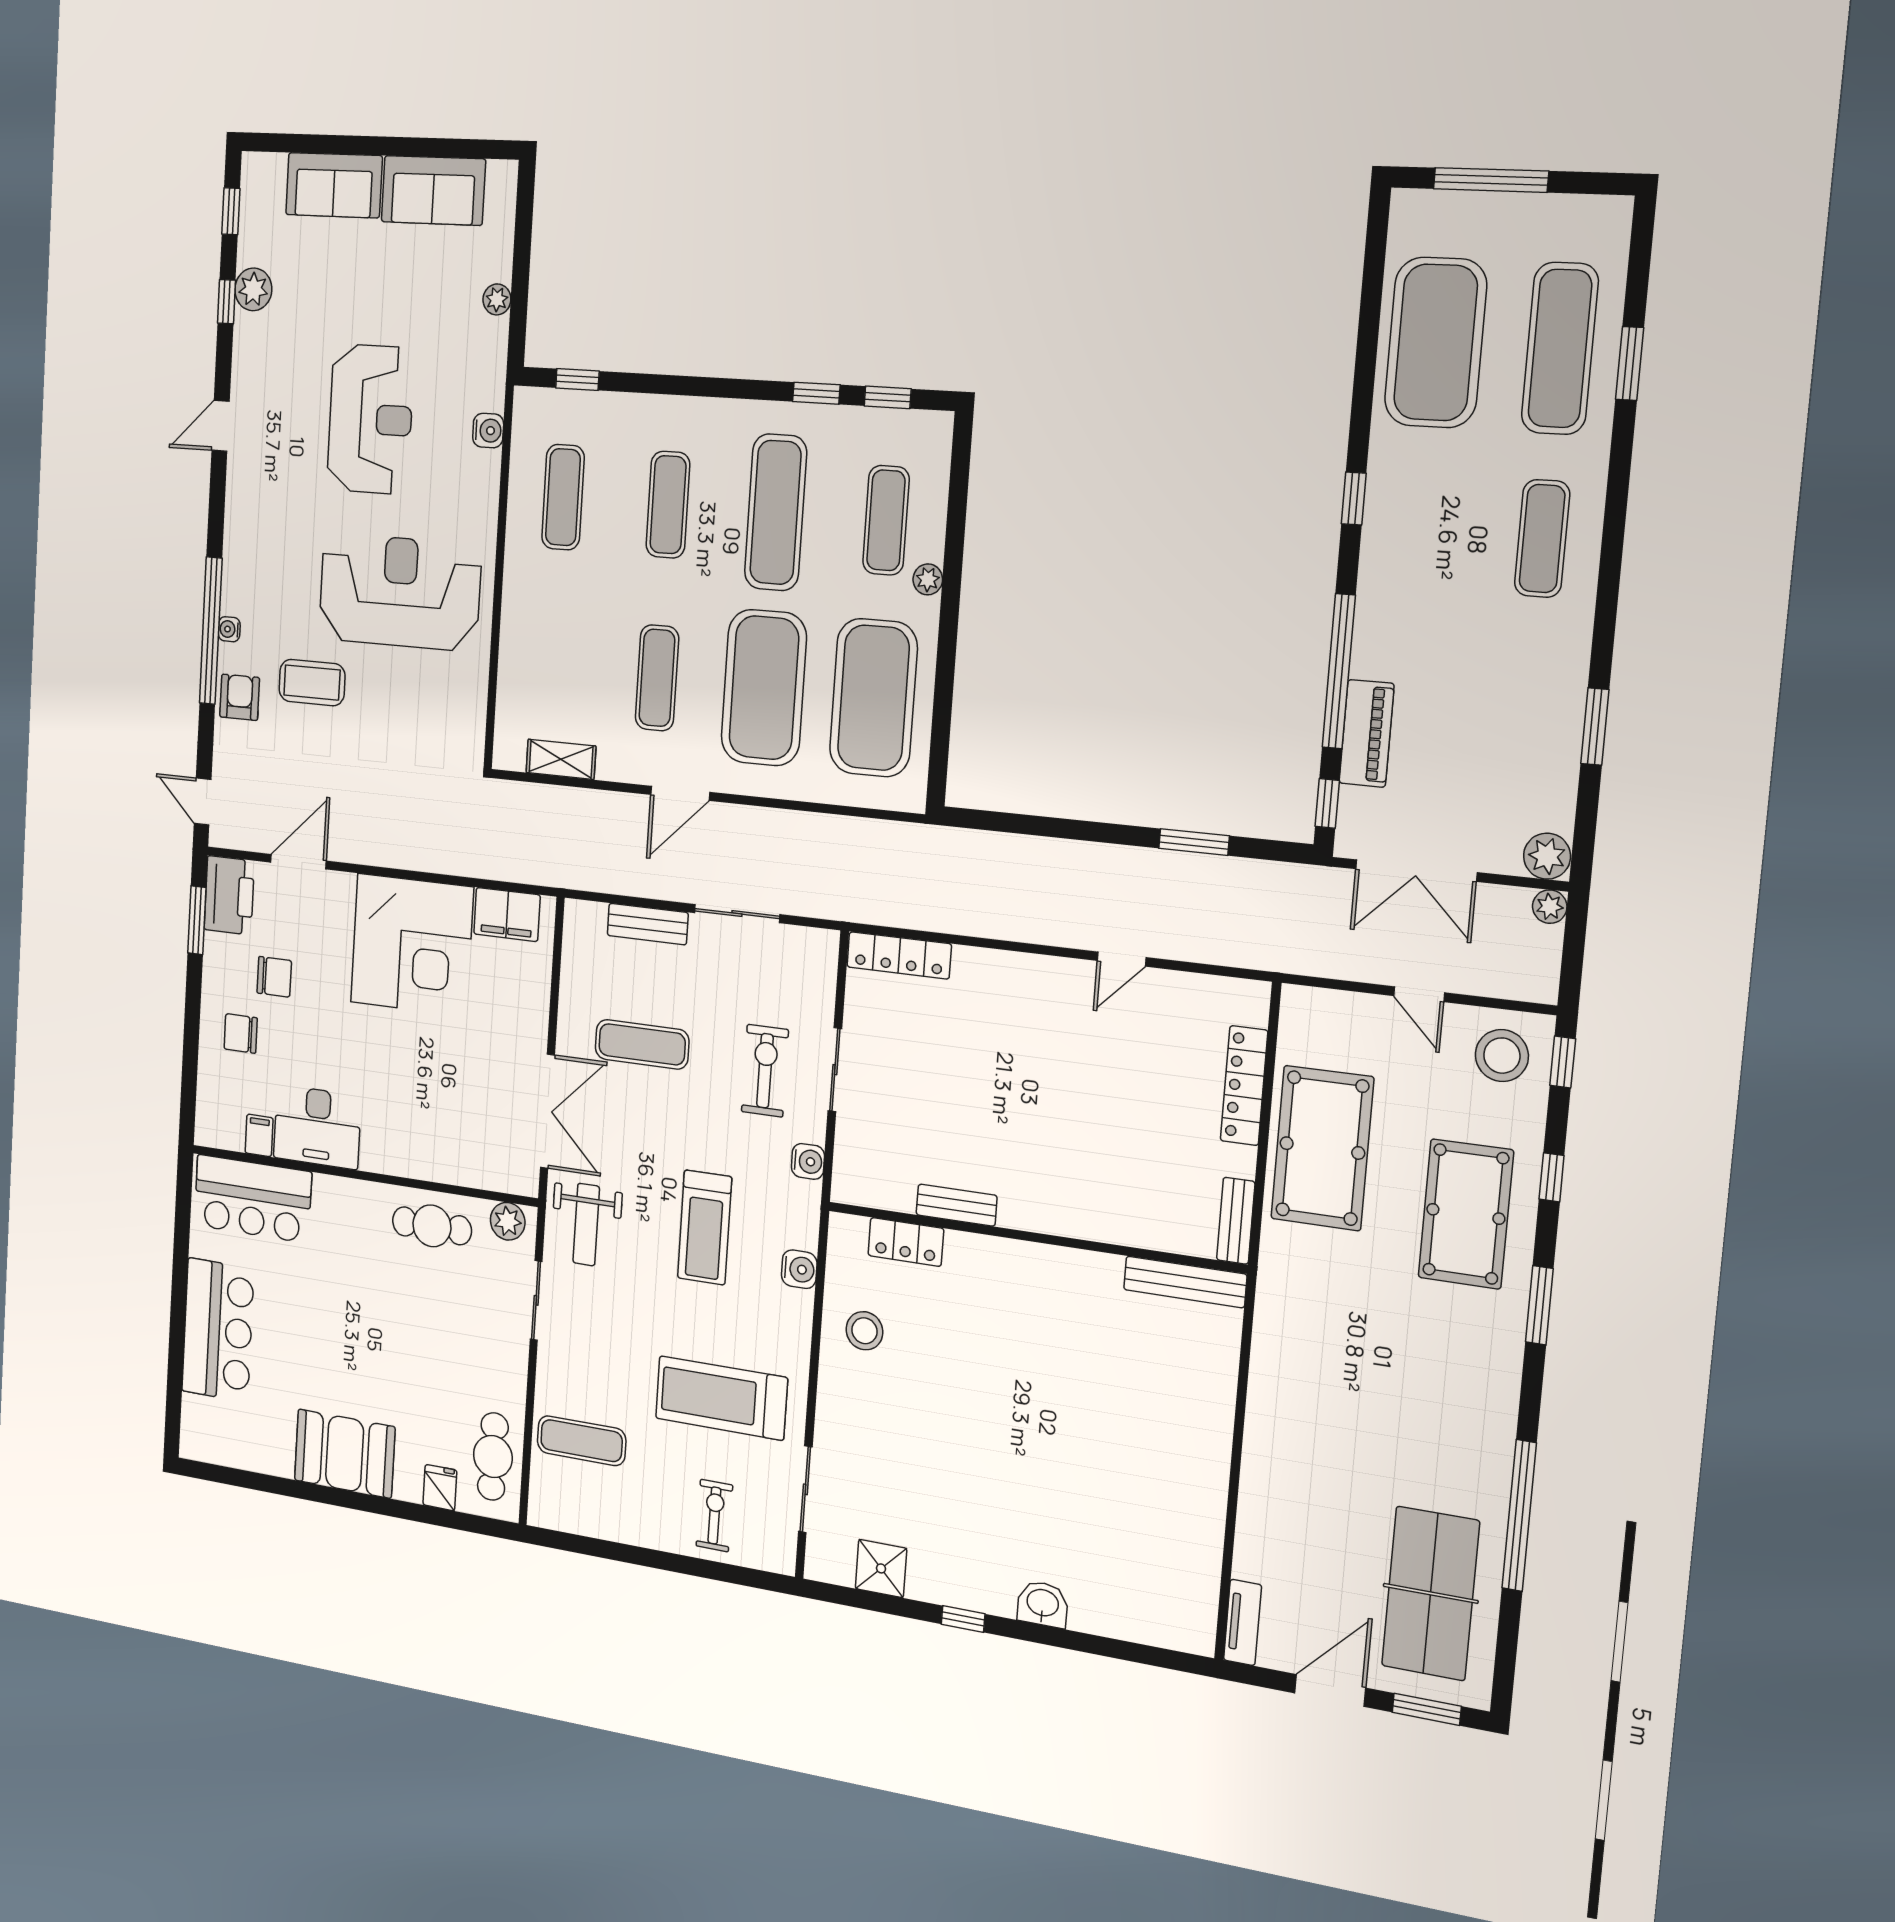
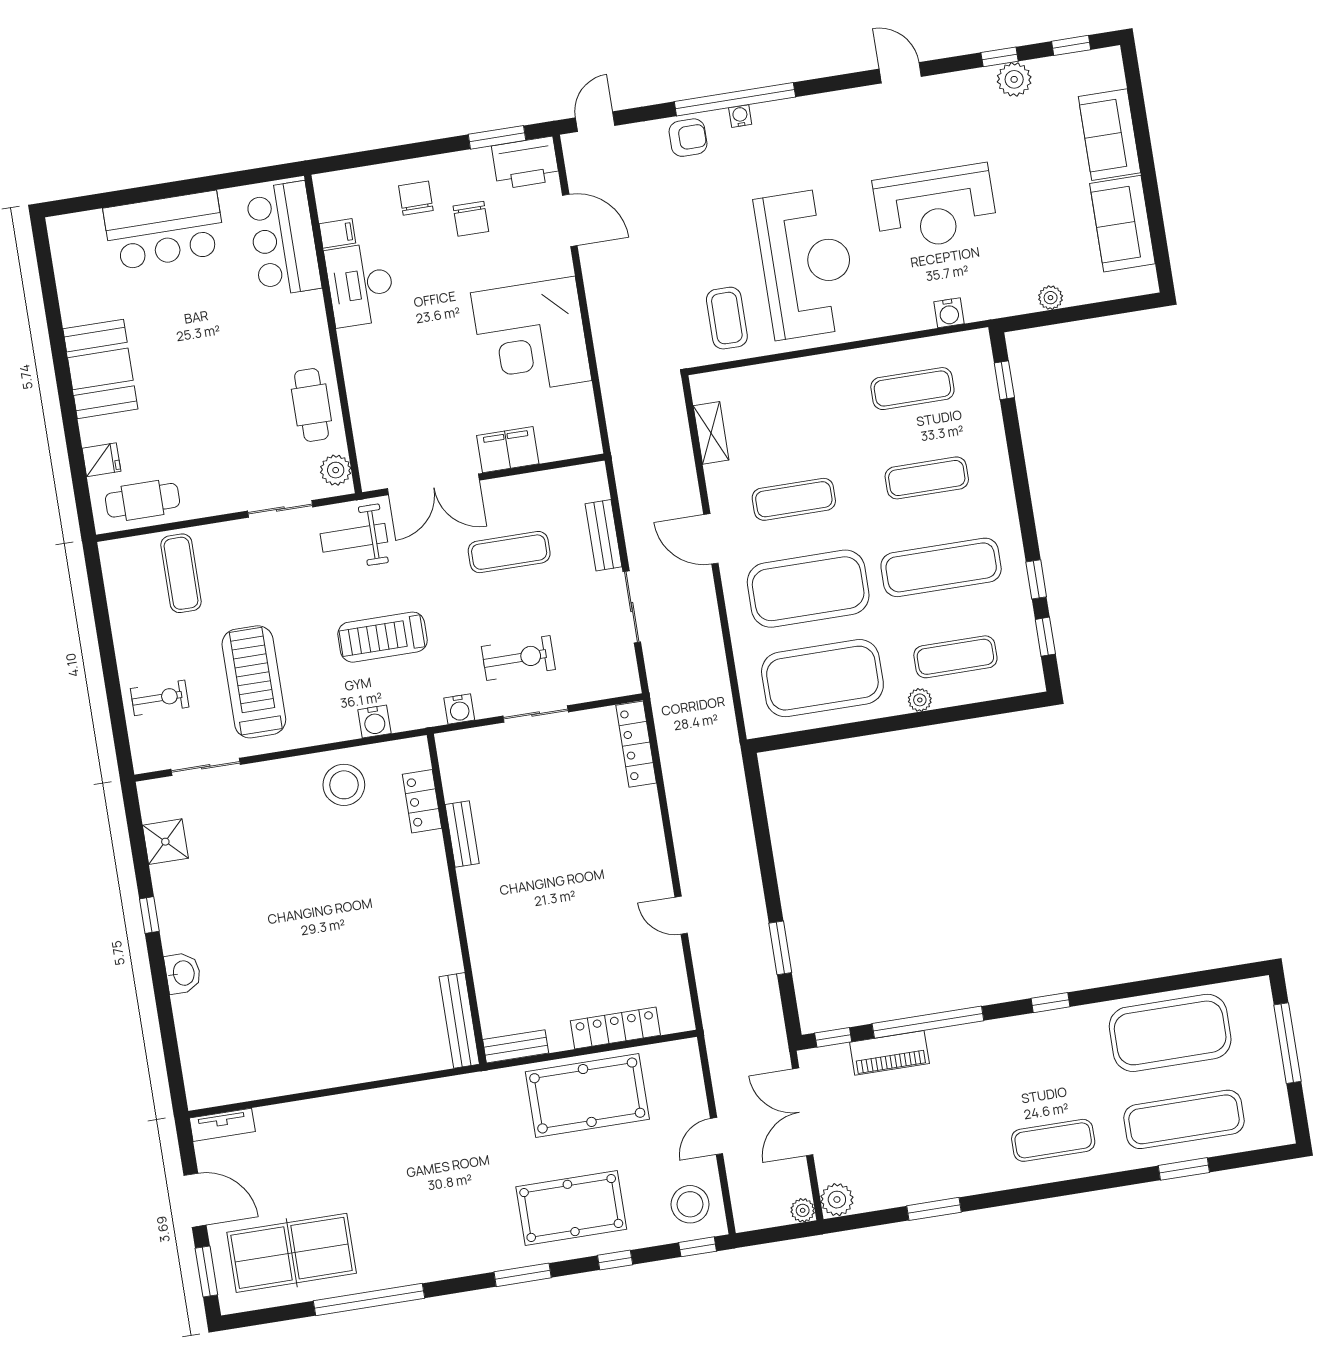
coffee table: (312, 683) -> (727, 318), moved
filing cabinet: (507, 914) -> (508, 450), moved, turned 90
exercise mat: (642, 1044) -> (509, 552), turned 90
stool: (864, 1331) -> (344, 785), width x1.38, depth x1.38

